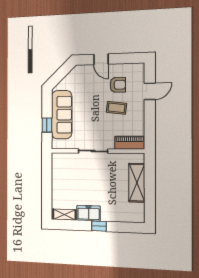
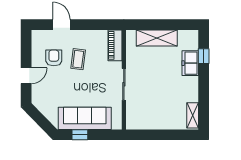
window: (47, 125) -> (80, 135), moved
freezer: (89, 213) -> (190, 63), moved
window: (99, 226) -> (204, 56), moved

